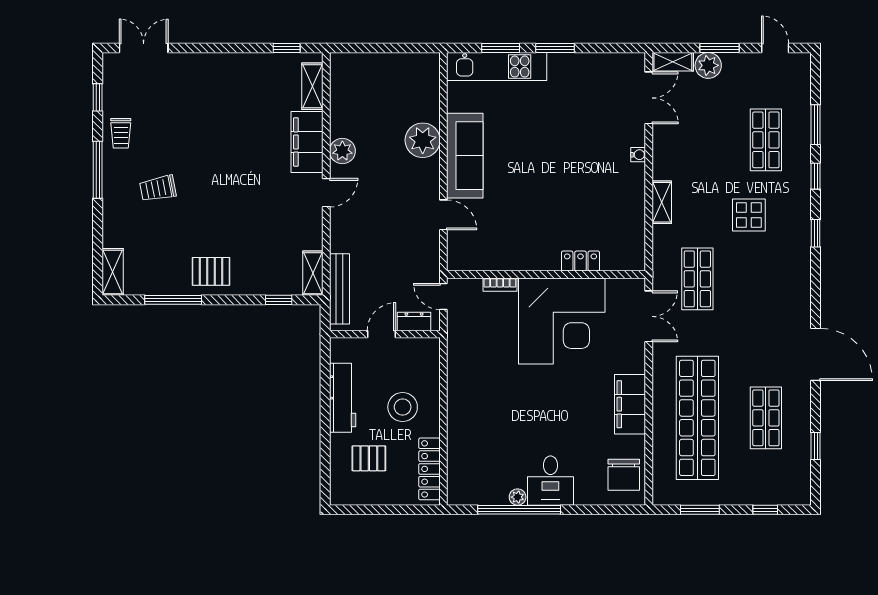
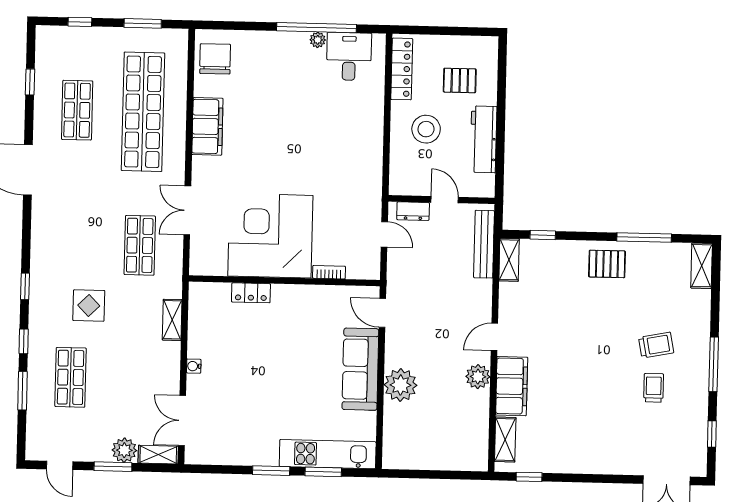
trolley: (121, 133) -> (654, 388), moved
locker: (580, 261) -> (251, 293), moved
wall: (546, 274) -> (284, 281), moved
bookcase: (500, 285) -> (329, 272), moved
corner desk: (562, 321) -> (270, 236), moved
door: (381, 334) -> (445, 200), swing flipped
desk: (550, 481) -> (349, 56), moved

